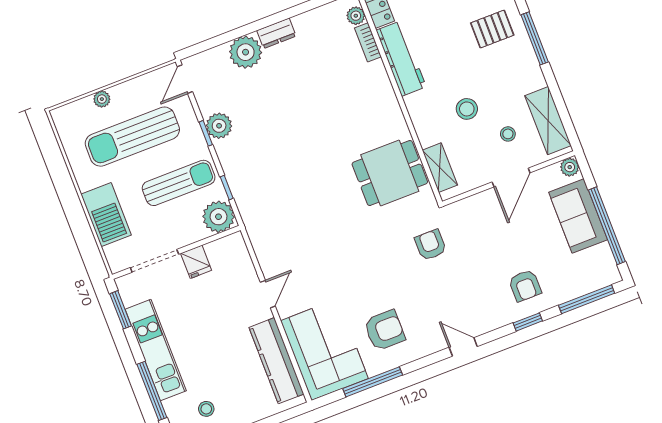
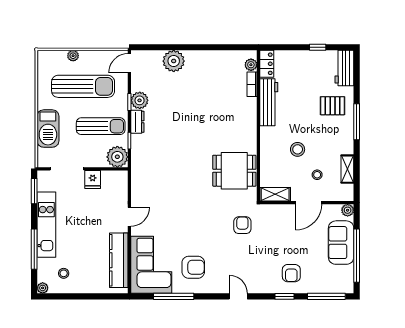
dresser: (276, 33) -> (137, 122), moved, turned -90
shelving: (548, 121) -> (347, 169), width x0.67, depth x0.75
sun lounger: (132, 137) -> (83, 86), turned 180
shelving: (440, 168) -> (275, 194), moved, turned 90

